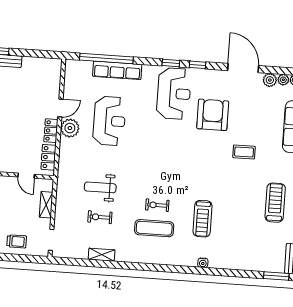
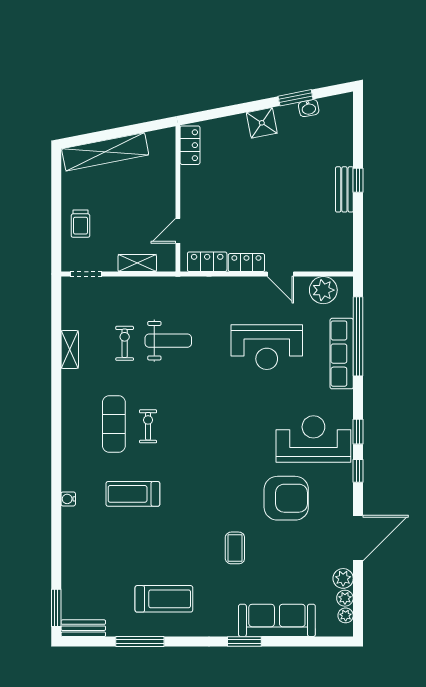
reception desk: (174, 94) -> (313, 439), turned 180
plant: (70, 128) -> (323, 290), moved
weight bench: (100, 187) -> (168, 341), turned 90

